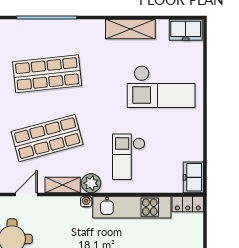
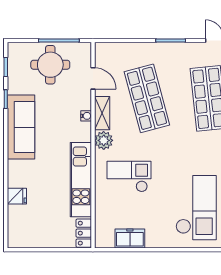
checkout: (161, 87) -> (196, 208), turned 180
freezer: (193, 177) -> (130, 239), moved
water cooler: (86, 202) -> (86, 116), moved

